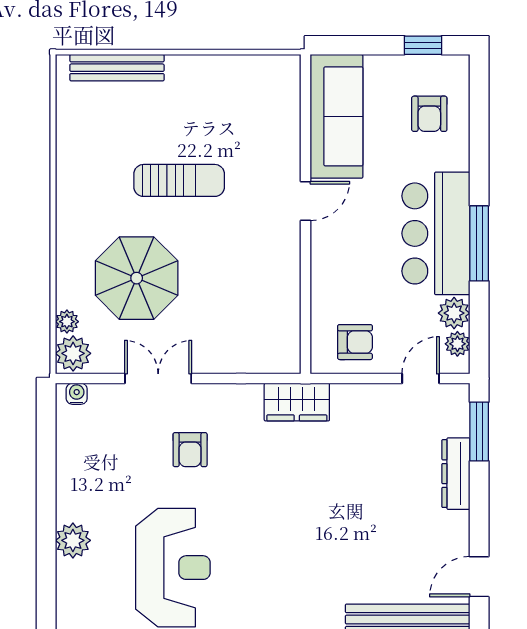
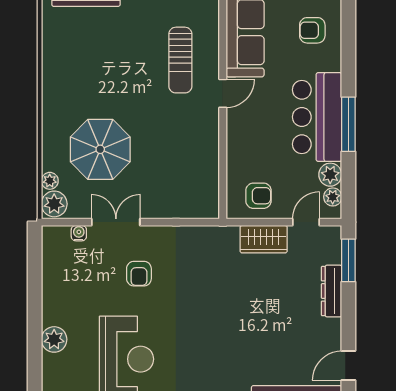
armchair: (429, 114) -> (312, 30), turned 90
sun lounger: (179, 180) -> (180, 60), moved, turned 90
water cooler: (77, 394) -> (79, 233), moved
wardrobe: (297, 402) -> (264, 239), moved

